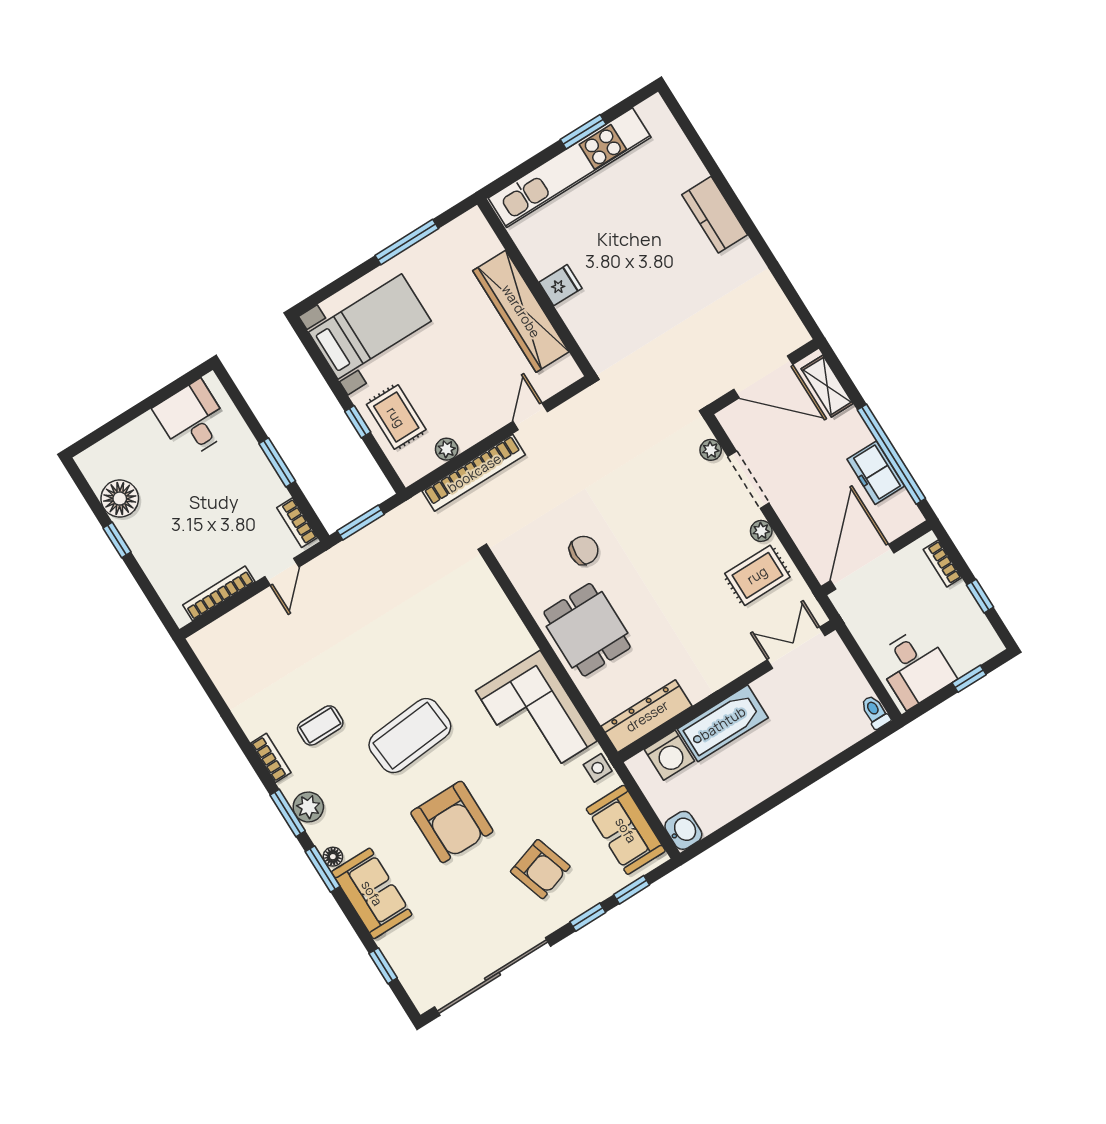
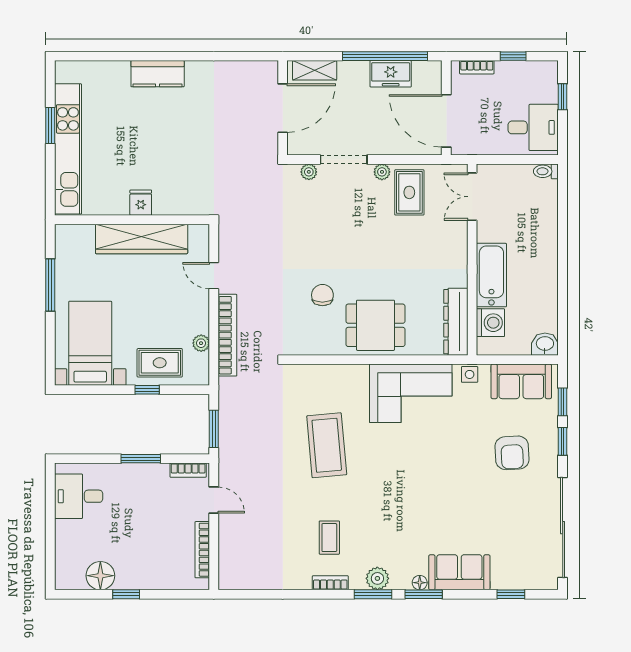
coffee table: (410, 736) -> (327, 445), moved
armchair: (452, 822) -> (445, 491), removed
armchair: (540, 869) -> (512, 453), turned 105

